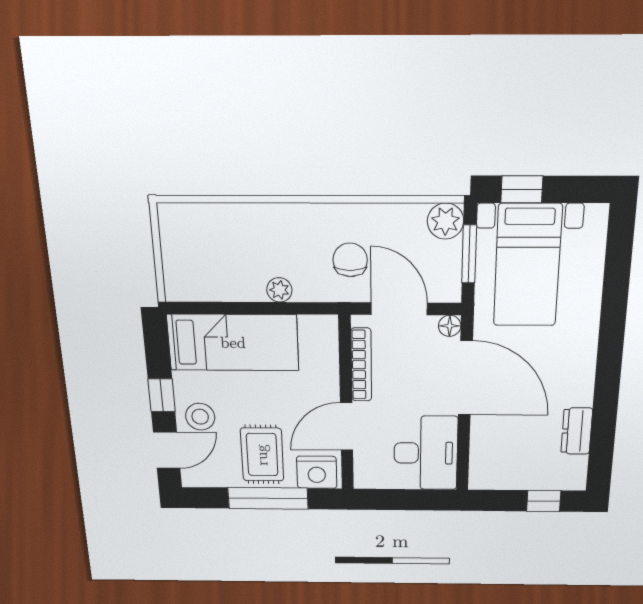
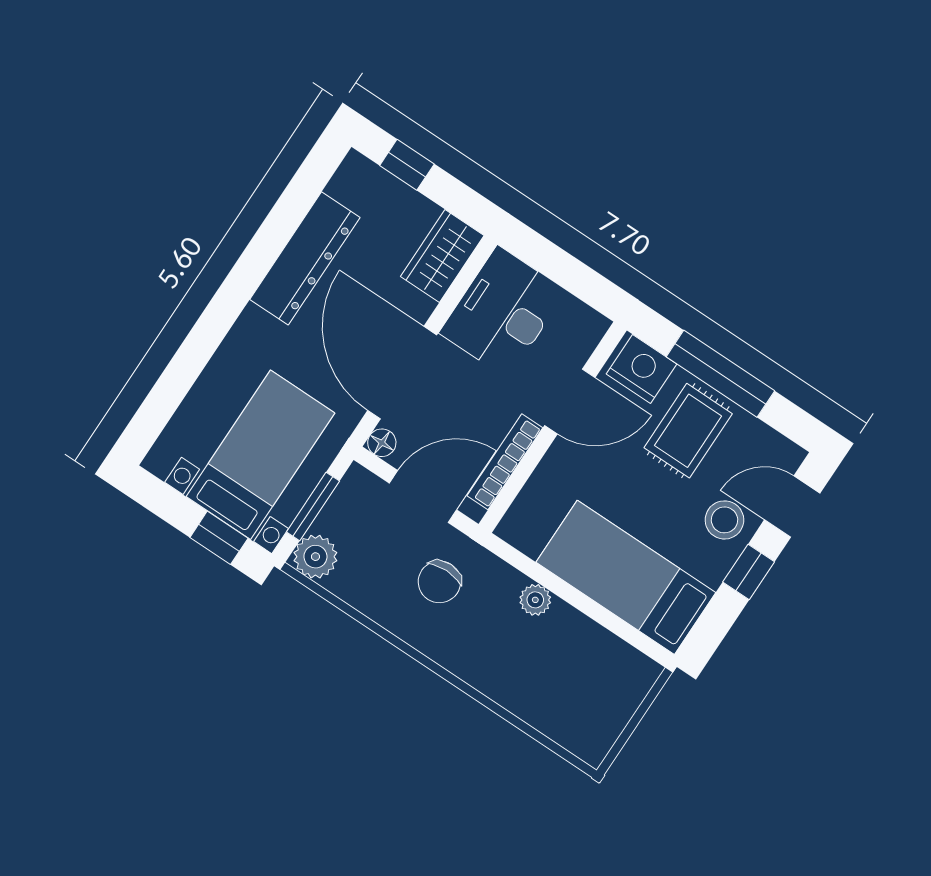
door: (399, 309) -> (423, 497), swing flipped
dresser: (577, 431) -> (305, 258), width x1.96, depth x1.24
wardrobe: (486, 463) -> (442, 256), added

